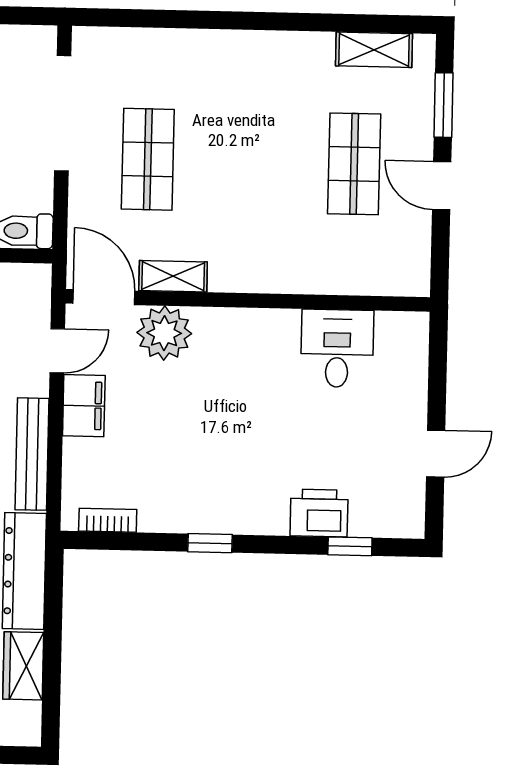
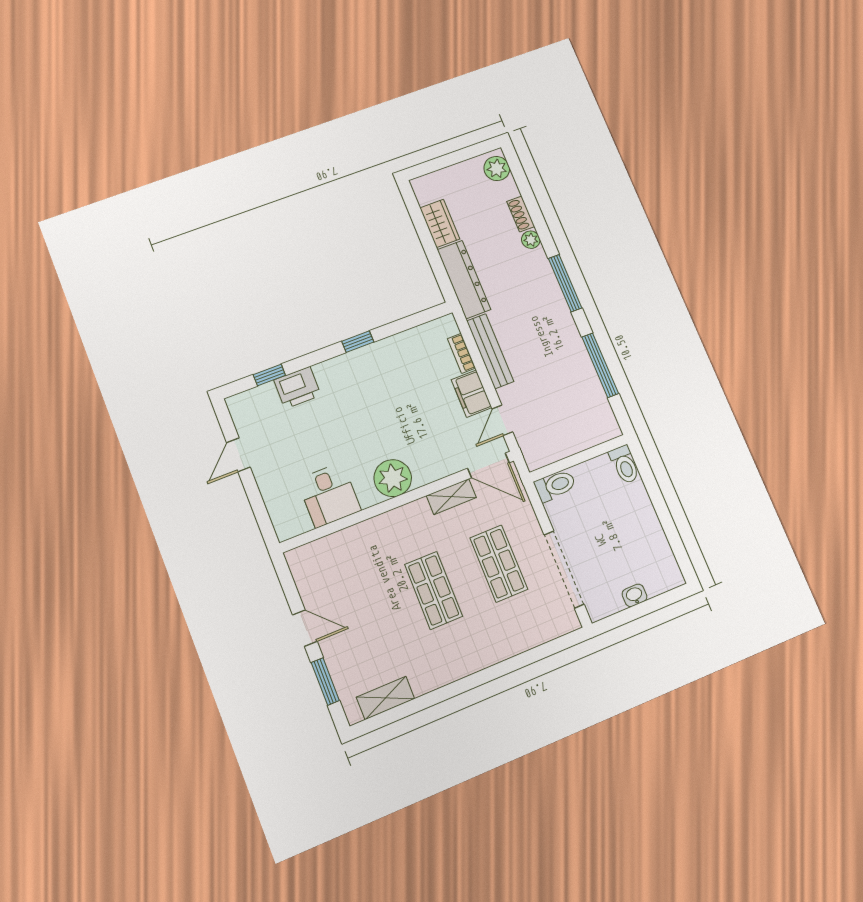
shop shelf: (354, 164) -> (434, 590), moved
plant: (164, 333) -> (393, 478), moved
bookcase: (108, 520) -> (461, 353), moved, turned 90

